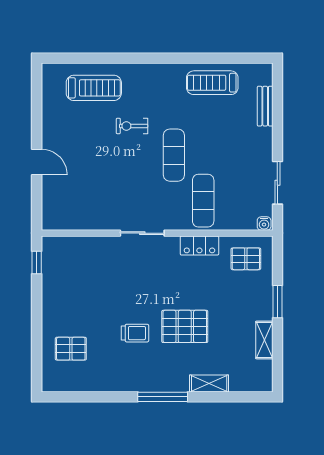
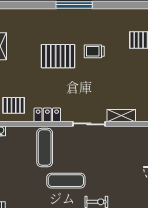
exercise mat: (174, 155) -> (66, 181), turned 90
shelving: (209, 383) -> (121, 116), moved

